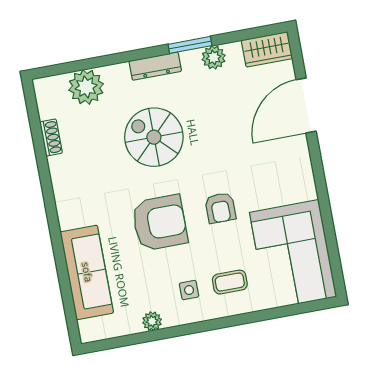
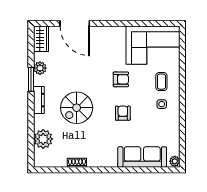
shoe rack: (51, 137) -> (77, 163), moved
armchair: (160, 223) -> (123, 113), width x0.53, depth x0.53
plant: (152, 321) -> (175, 161), moved

